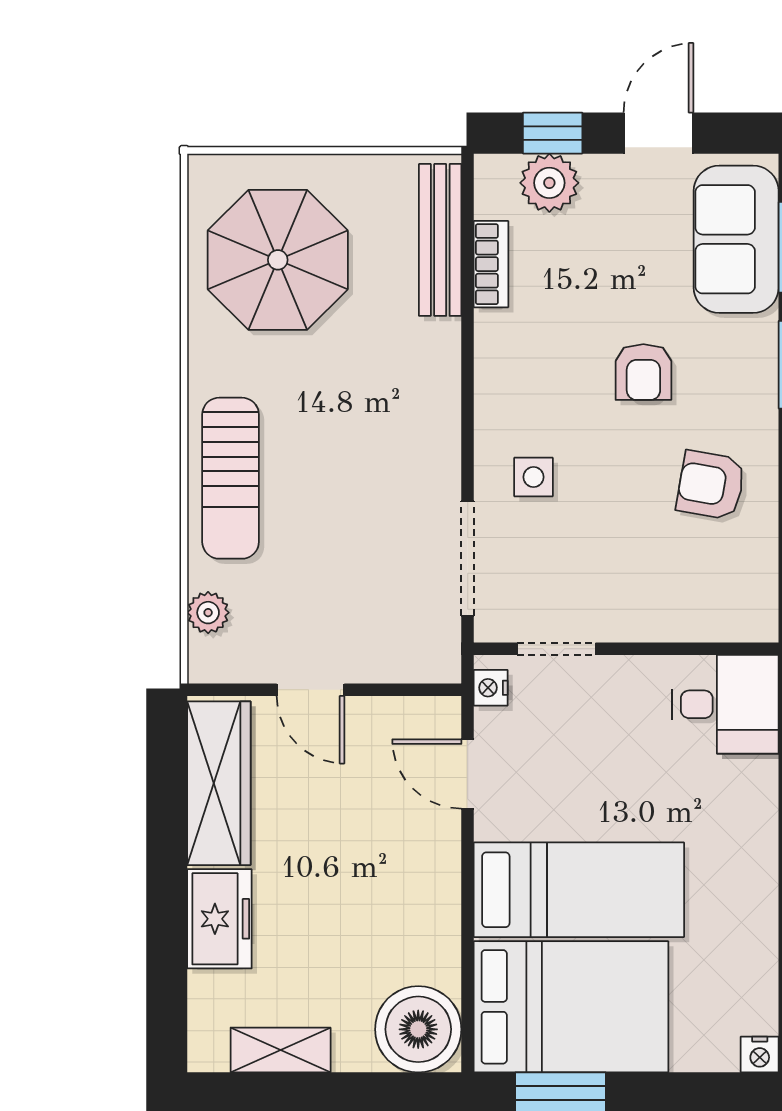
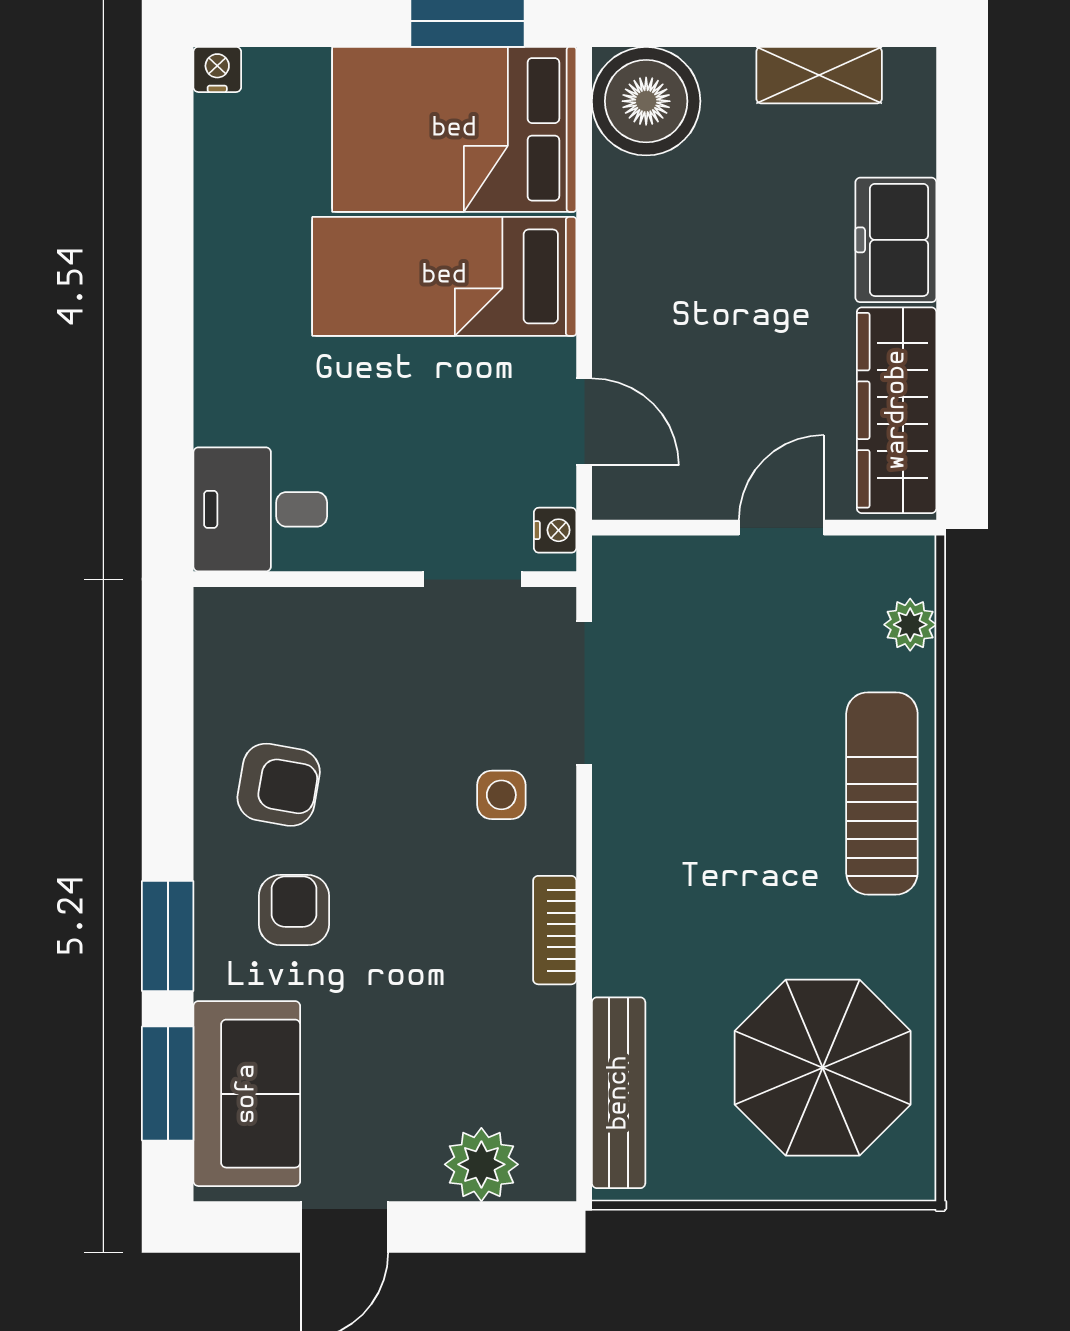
window: (553, 133) -> (477, 1227), removed
bookcase: (491, 264) -> (555, 930), moved
armchair: (643, 372) -> (294, 910), moved
door: (311, 690) -> (781, 528), hinge flipped

